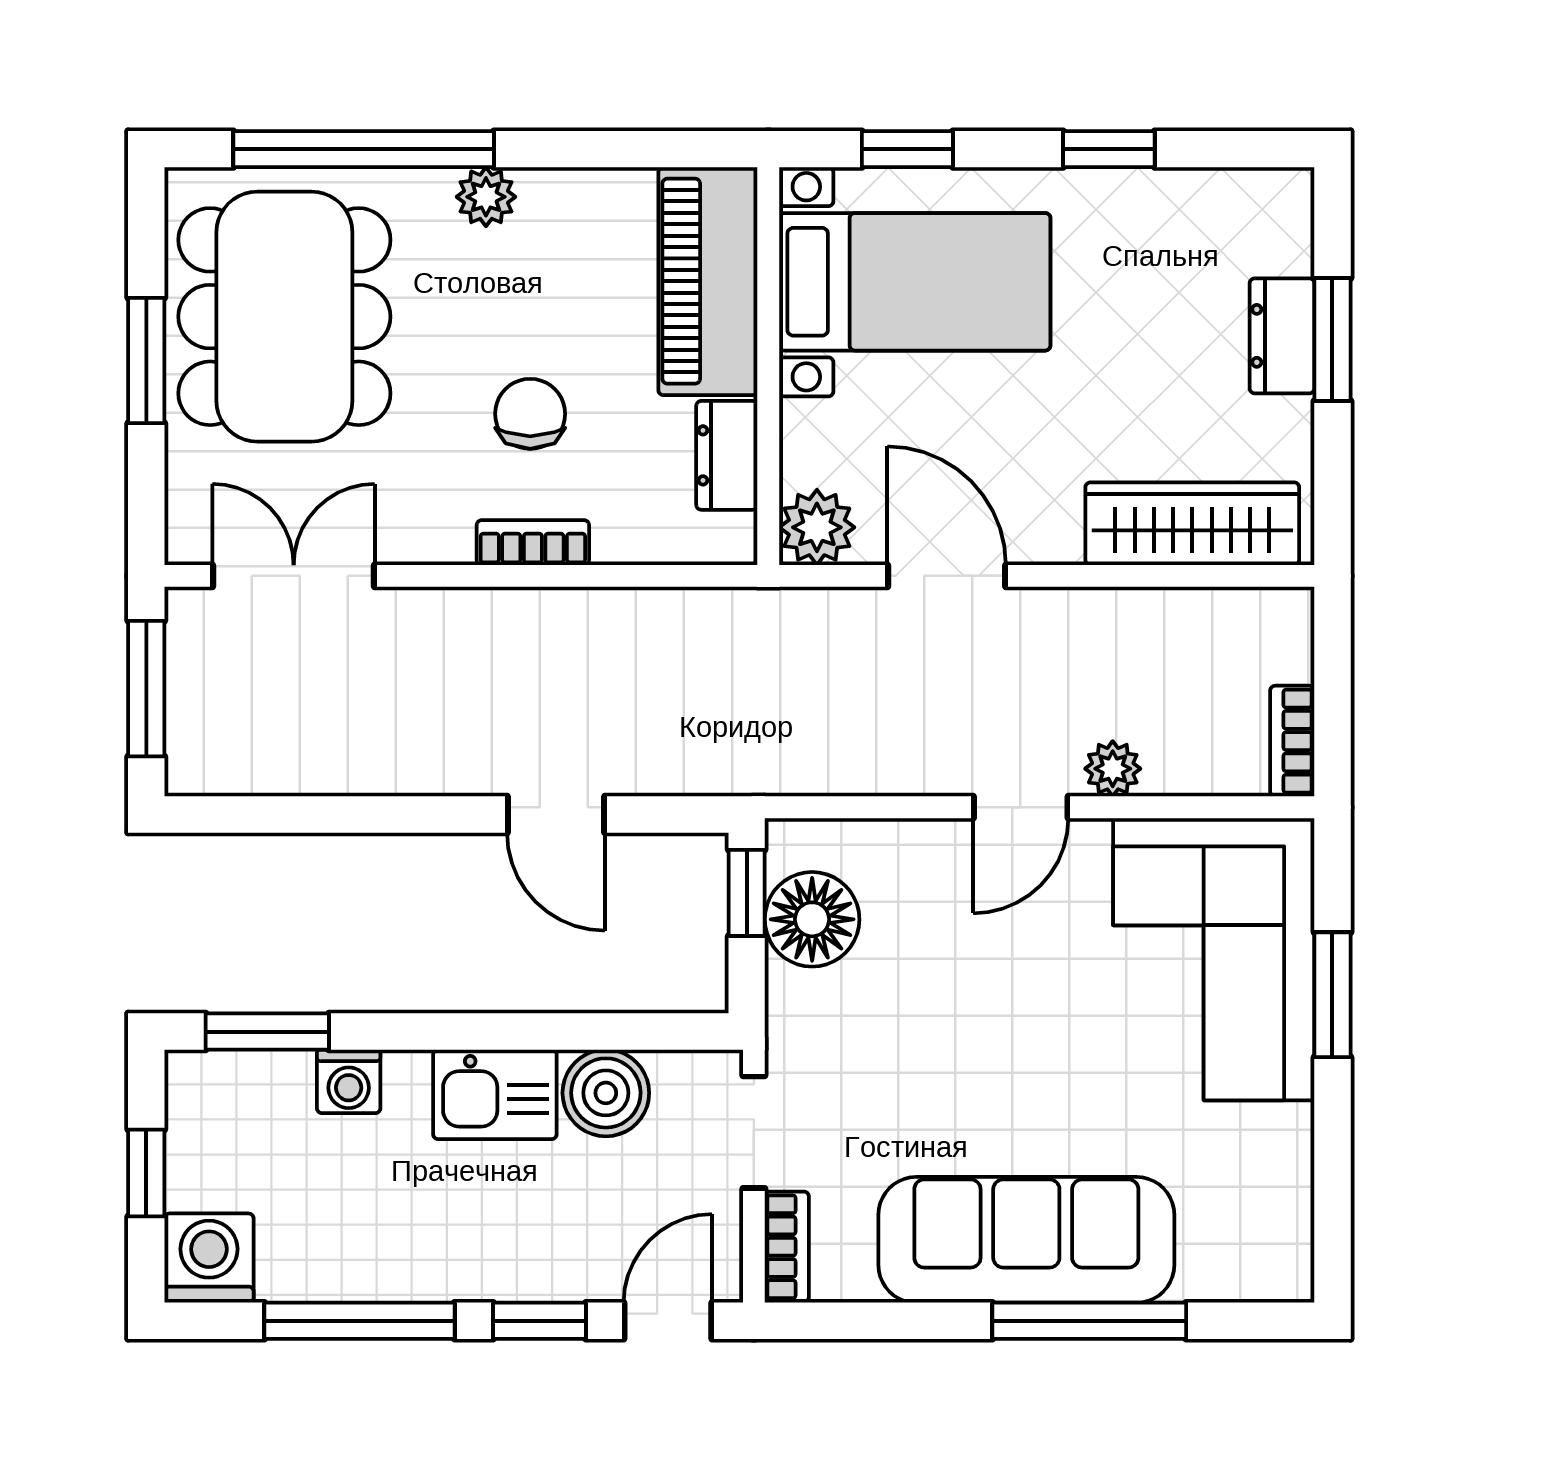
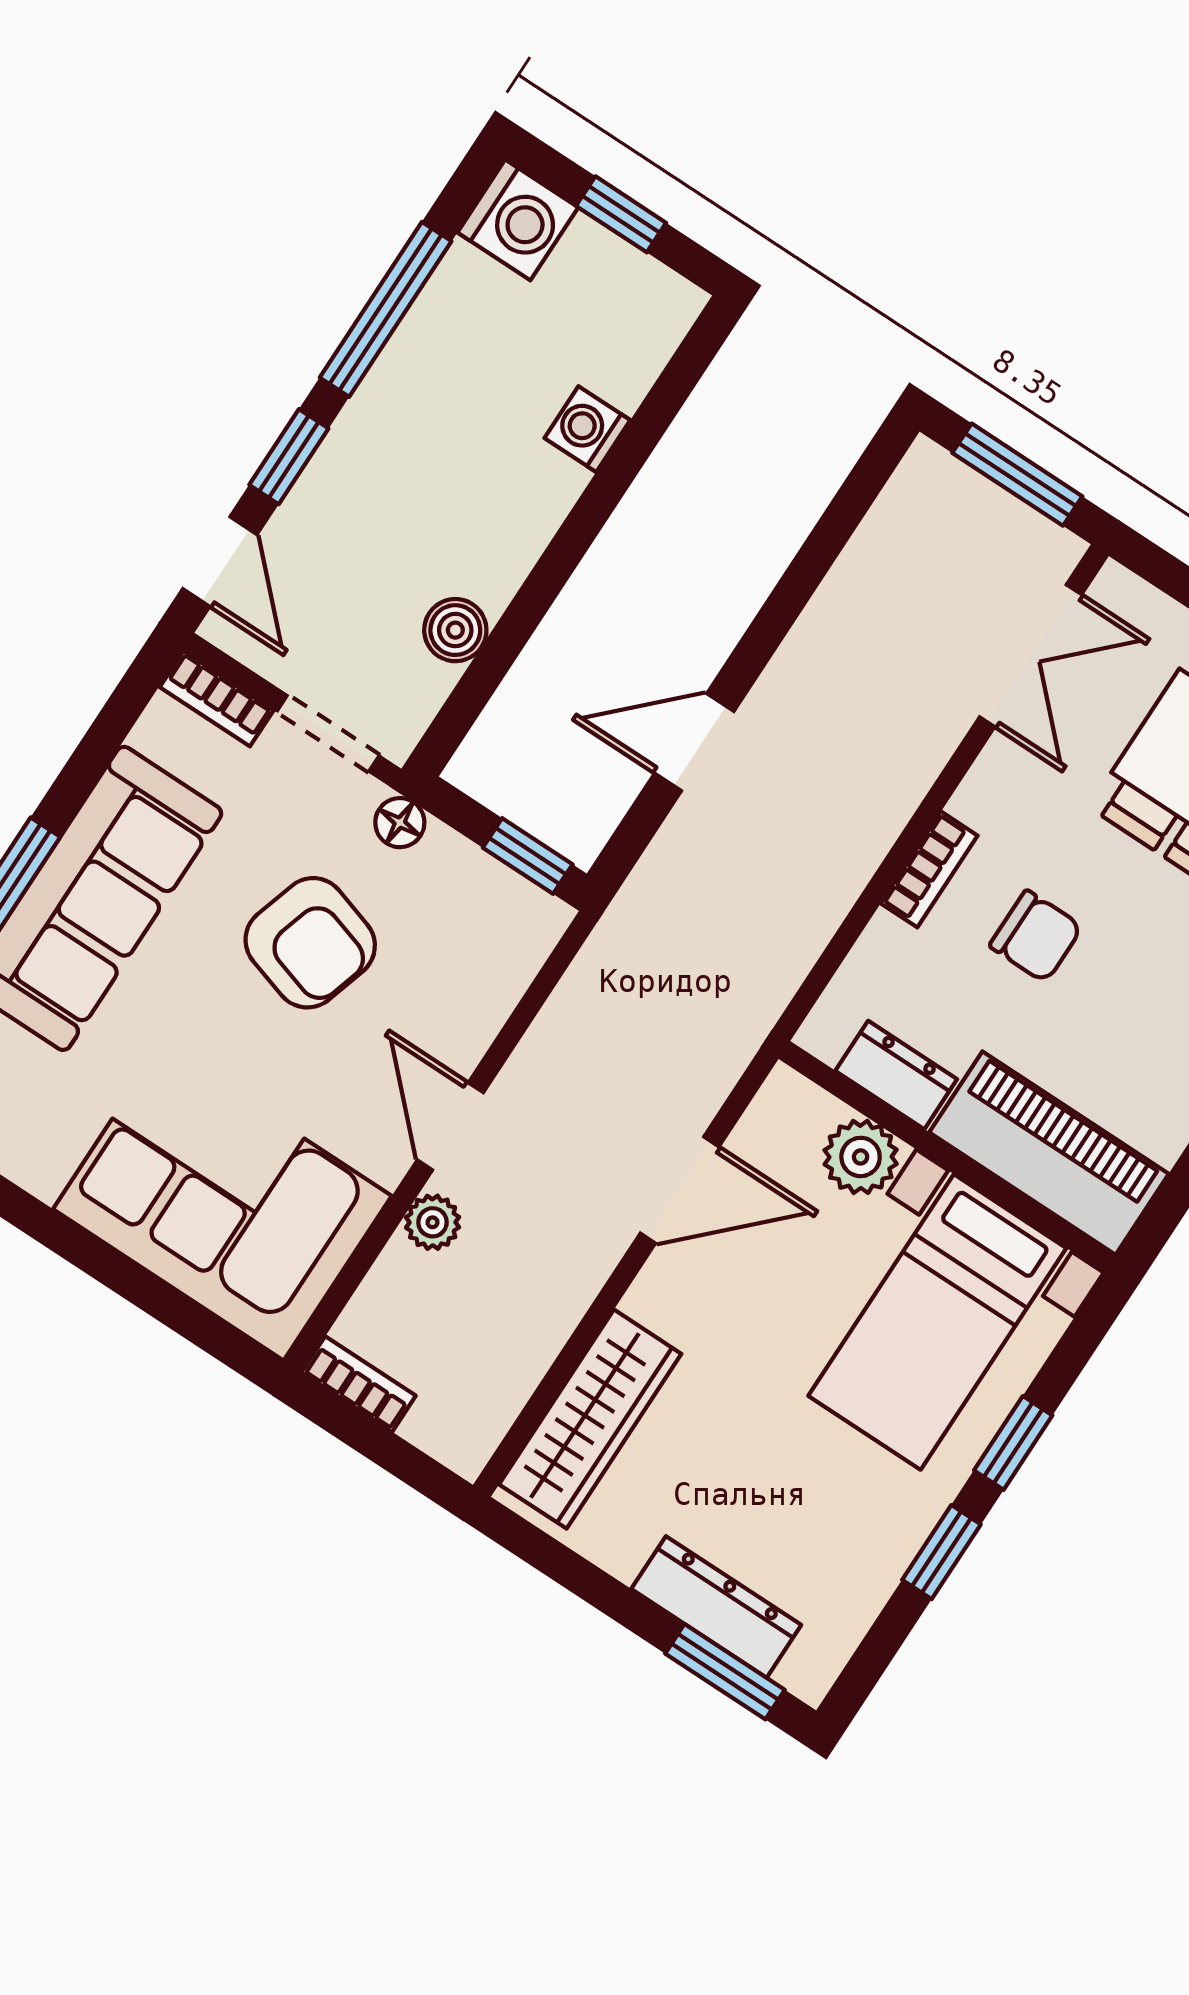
window: (907, 149) -> (1013, 1443), moved
dresser: (1282, 336) -> (716, 1607), width x1.44
window: (1332, 339) -> (725, 1672), moved
plant: (817, 527) -> (861, 1157), moved
floor lamp: (812, 919) -> (400, 823), moved, width x0.53, depth x0.53
window: (1332, 995) -> (130, 1281), removed
armchair: (943, 1030) -> (310, 943), added
window: (267, 1032) -> (672, 389), removed
boiler: (606, 1093) -> (455, 630), width x0.73, depth x0.73
kitchen sink: (495, 1094) -> (498, 542), removed

